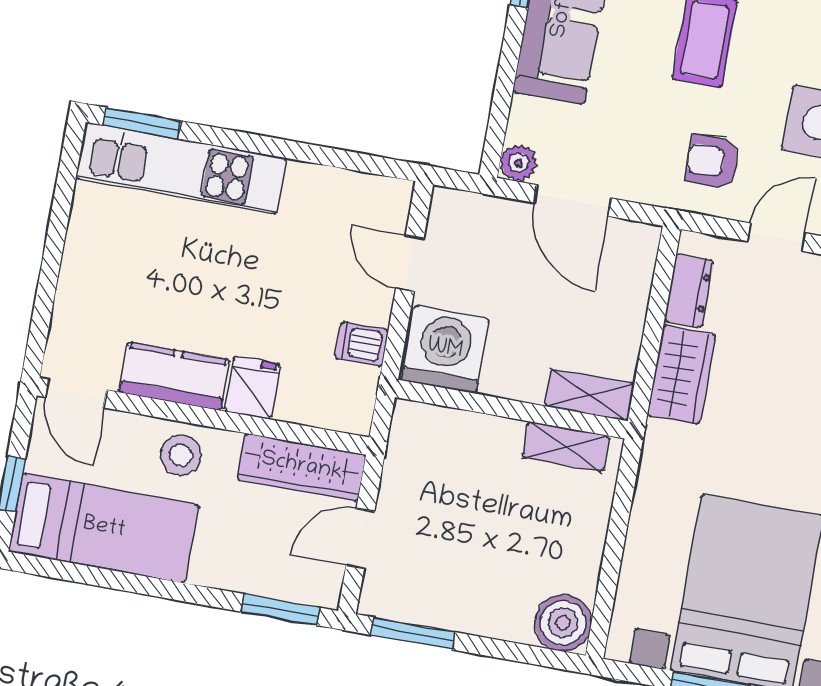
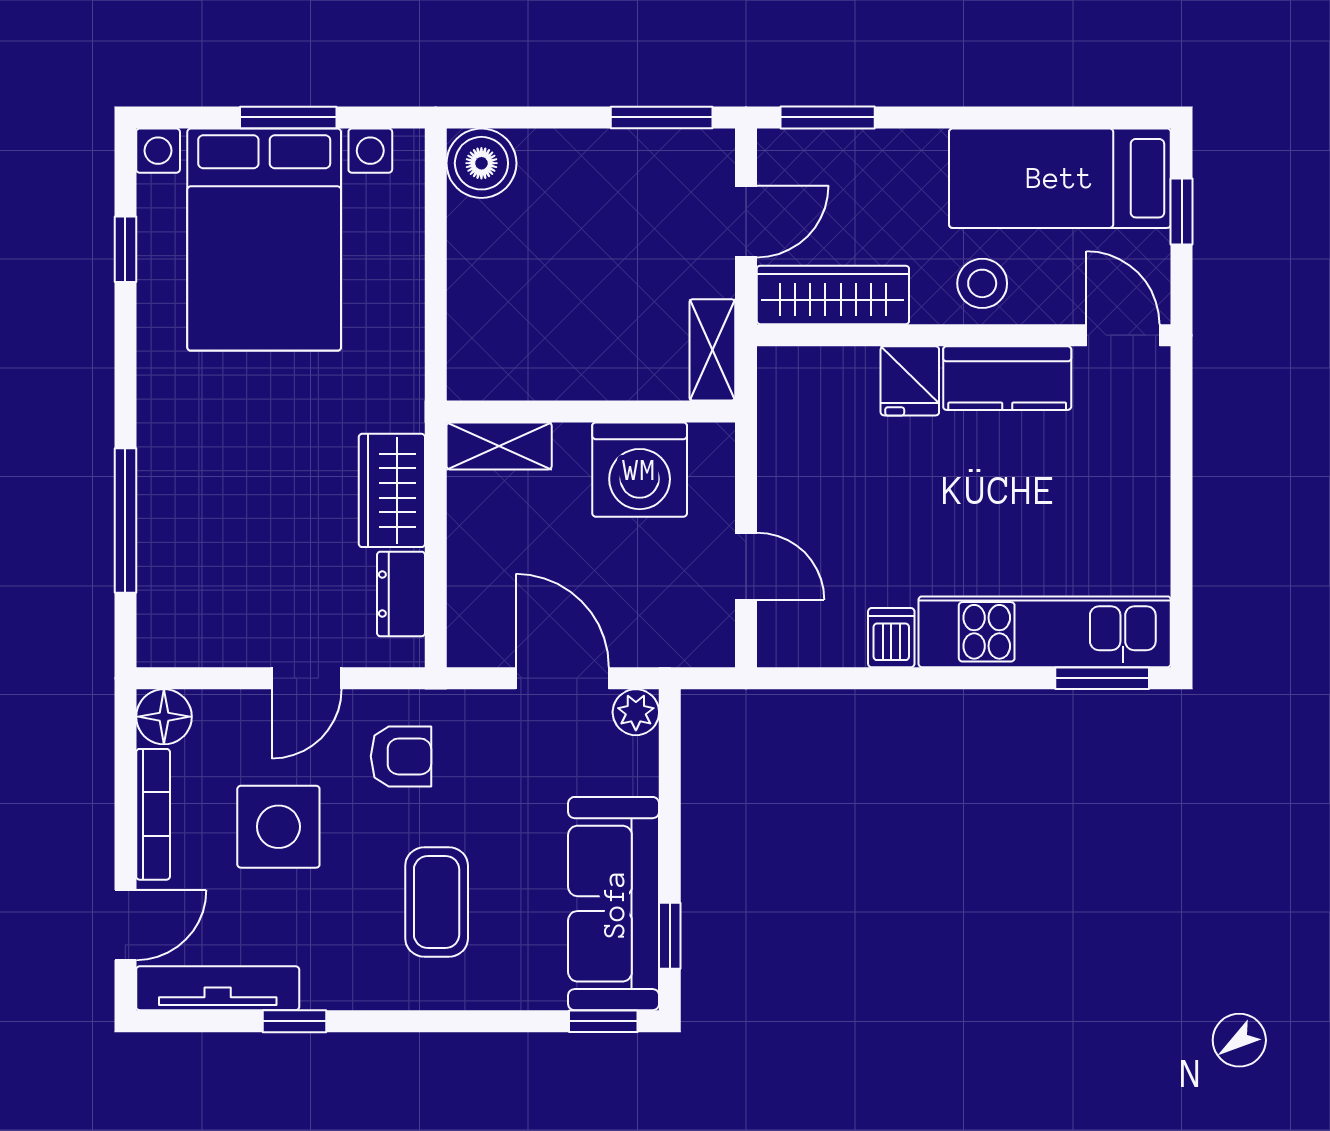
dishwasher: (362, 344) -> (891, 638), moved, turned -90
washing machine: (445, 349) -> (640, 470), moved
shelving: (566, 447) -> (712, 350), moved, turned 90

